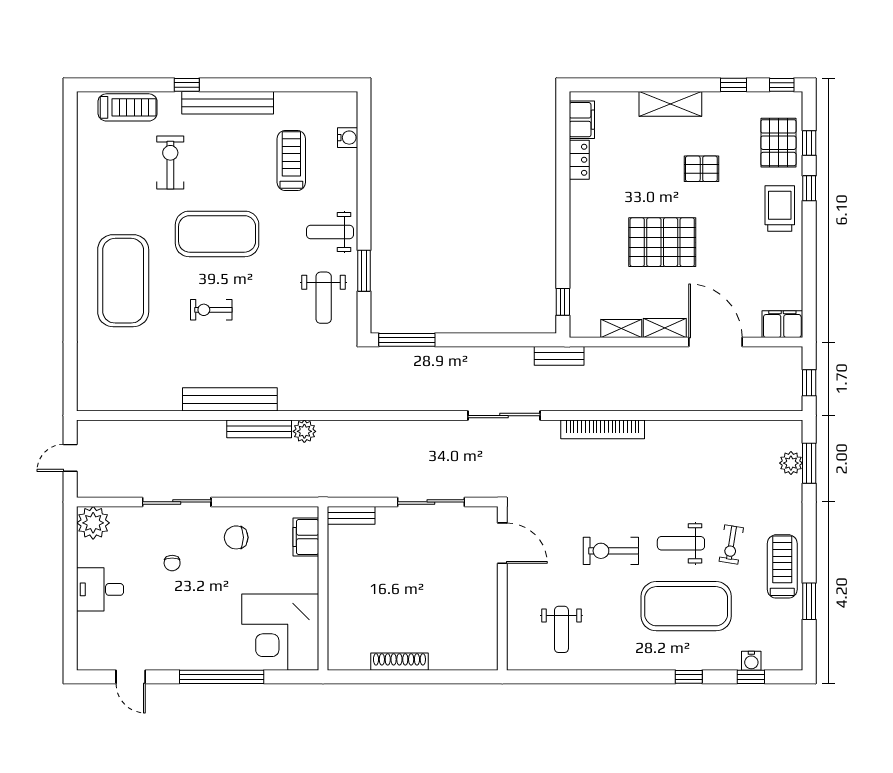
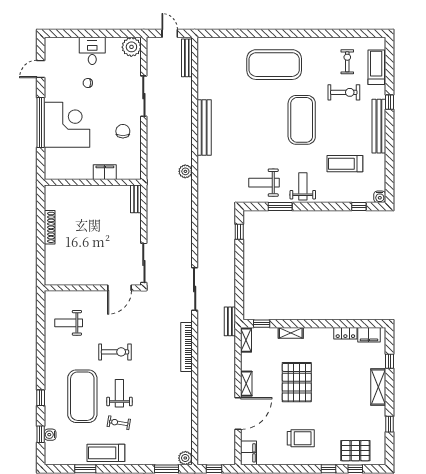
window: (782, 85) -> (389, 361), moved
treadmill: (128, 107) -> (376, 67), turned 180
window: (364, 137) -> (359, 206), added
water cooler: (348, 138) -> (380, 197), moved
treadmill: (291, 161) -> (345, 164), turned 180
pallet: (701, 169) -> (340, 405), removed
trolley: (780, 209) -> (301, 438), moved
shelving: (579, 253) -> (291, 333), added
exercise bike: (211, 310) -> (347, 62), moved
shelving: (621, 329) -> (246, 340), moved
window: (407, 340) -> (239, 232), width x0.46
bench: (259, 429) -> (187, 58), moved
plant: (791, 463) -> (185, 458), moved
sliding door: (431, 502) -> (144, 263), moved
filing cabinet: (306, 537) -> (105, 172), moved
exercise bike: (611, 551) -> (115, 352), turned 90
chair: (172, 563) -> (88, 83), moved
treadmill: (782, 566) -> (106, 453), turned 180
corner desk: (280, 632) -> (67, 125), moved, turned 90

